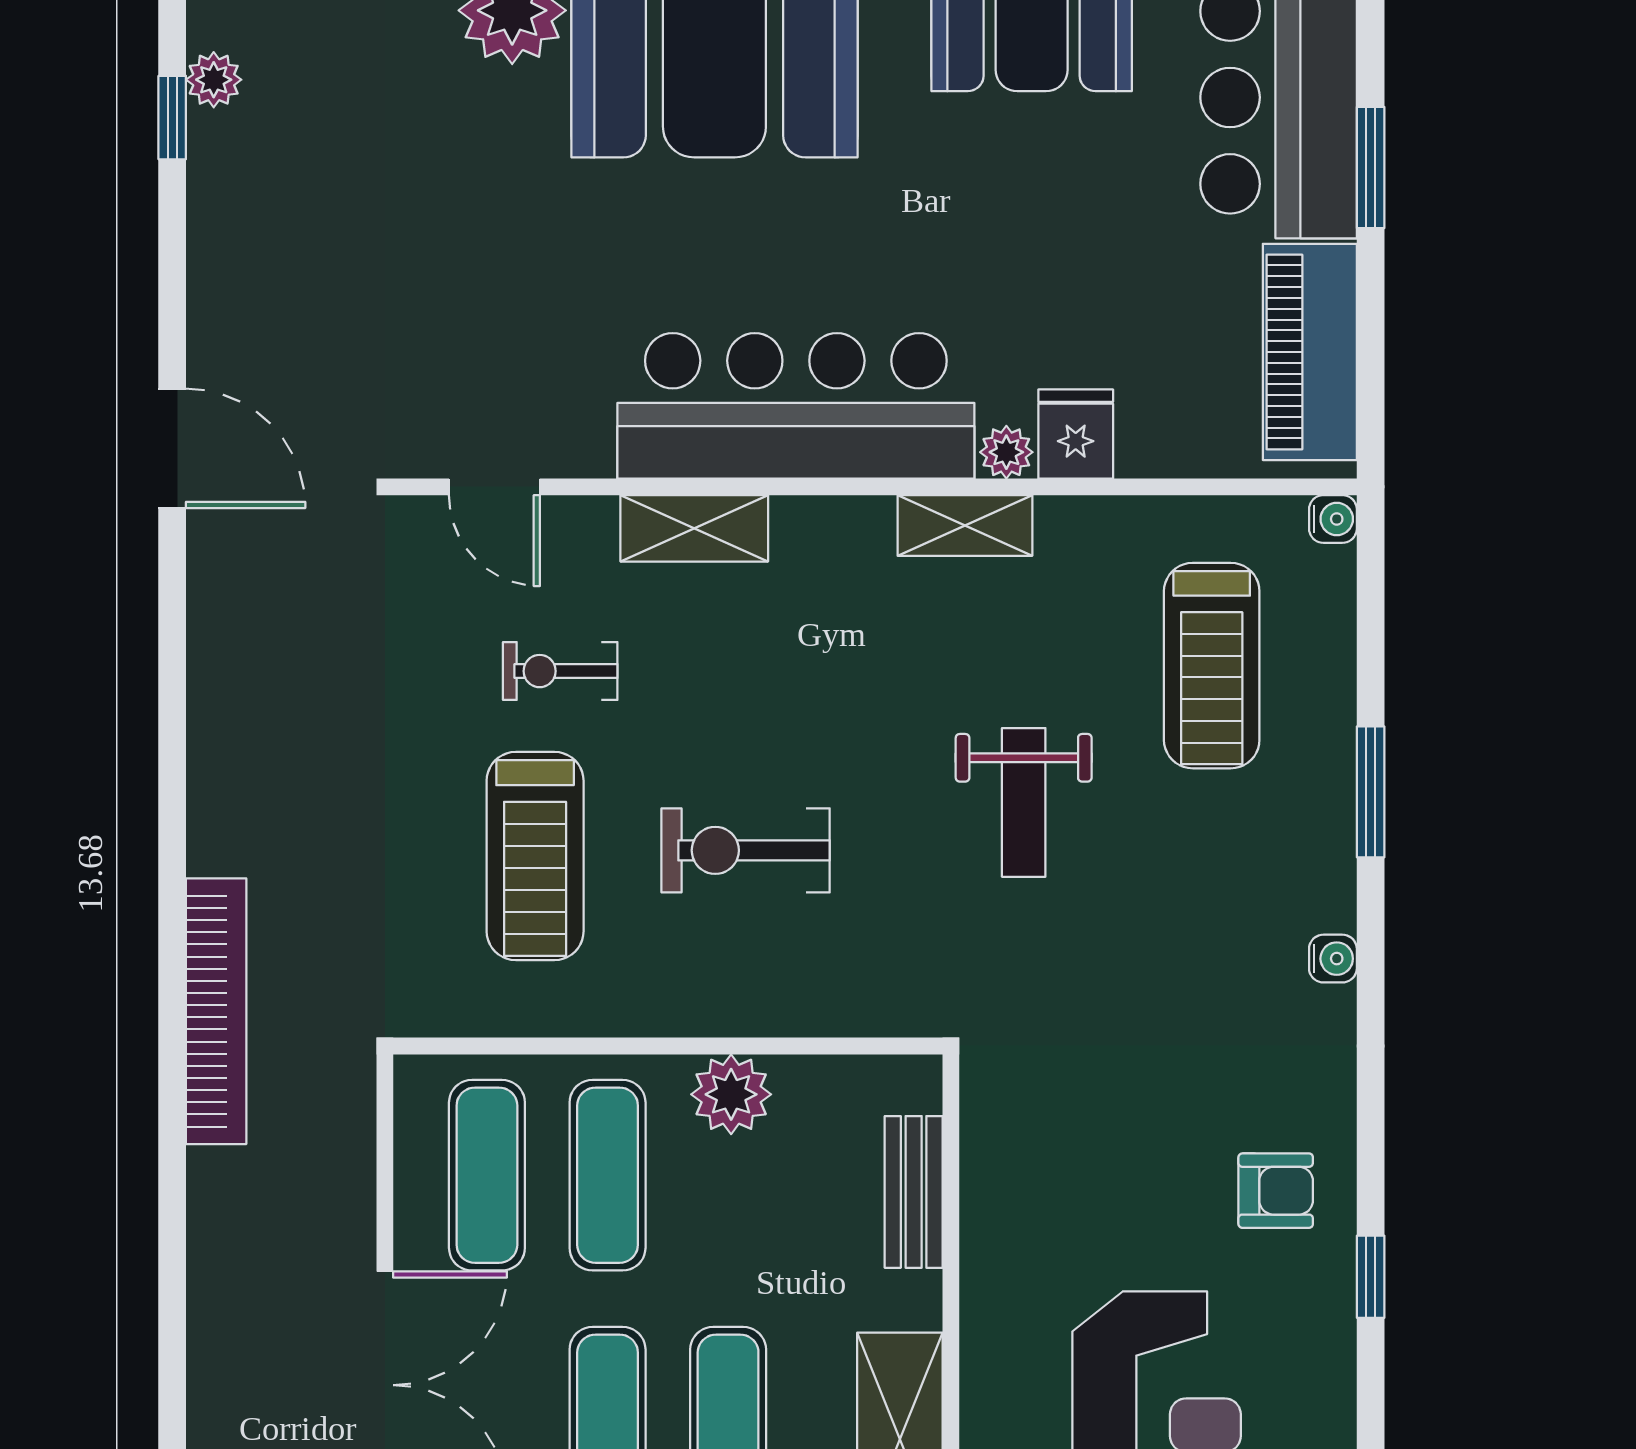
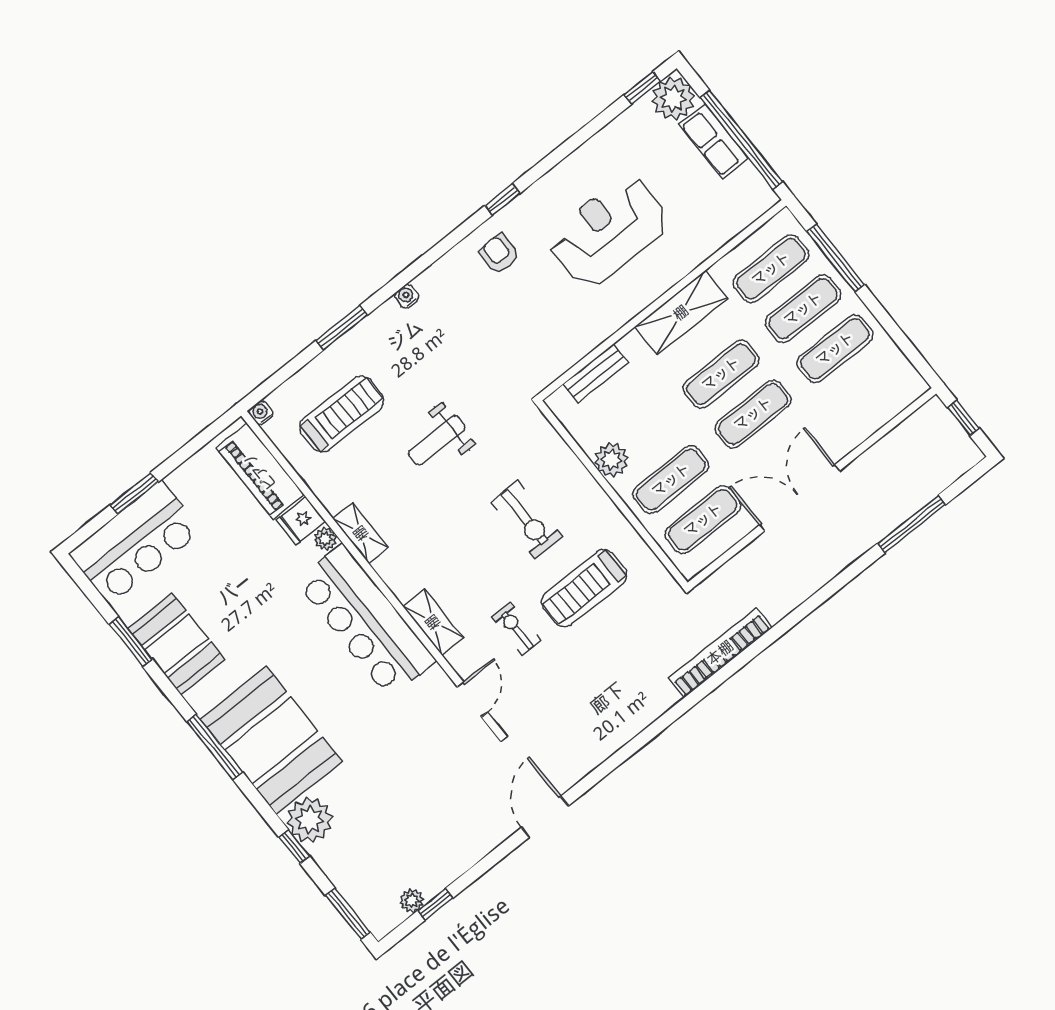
piano: (1310, 352) -> (260, 471), moved, turned 90
exercise bike: (560, 671) -> (516, 629), turned 180
weight bench: (1024, 802) -> (437, 440), turned 180
treadmill: (535, 856) -> (584, 588), turned 180

